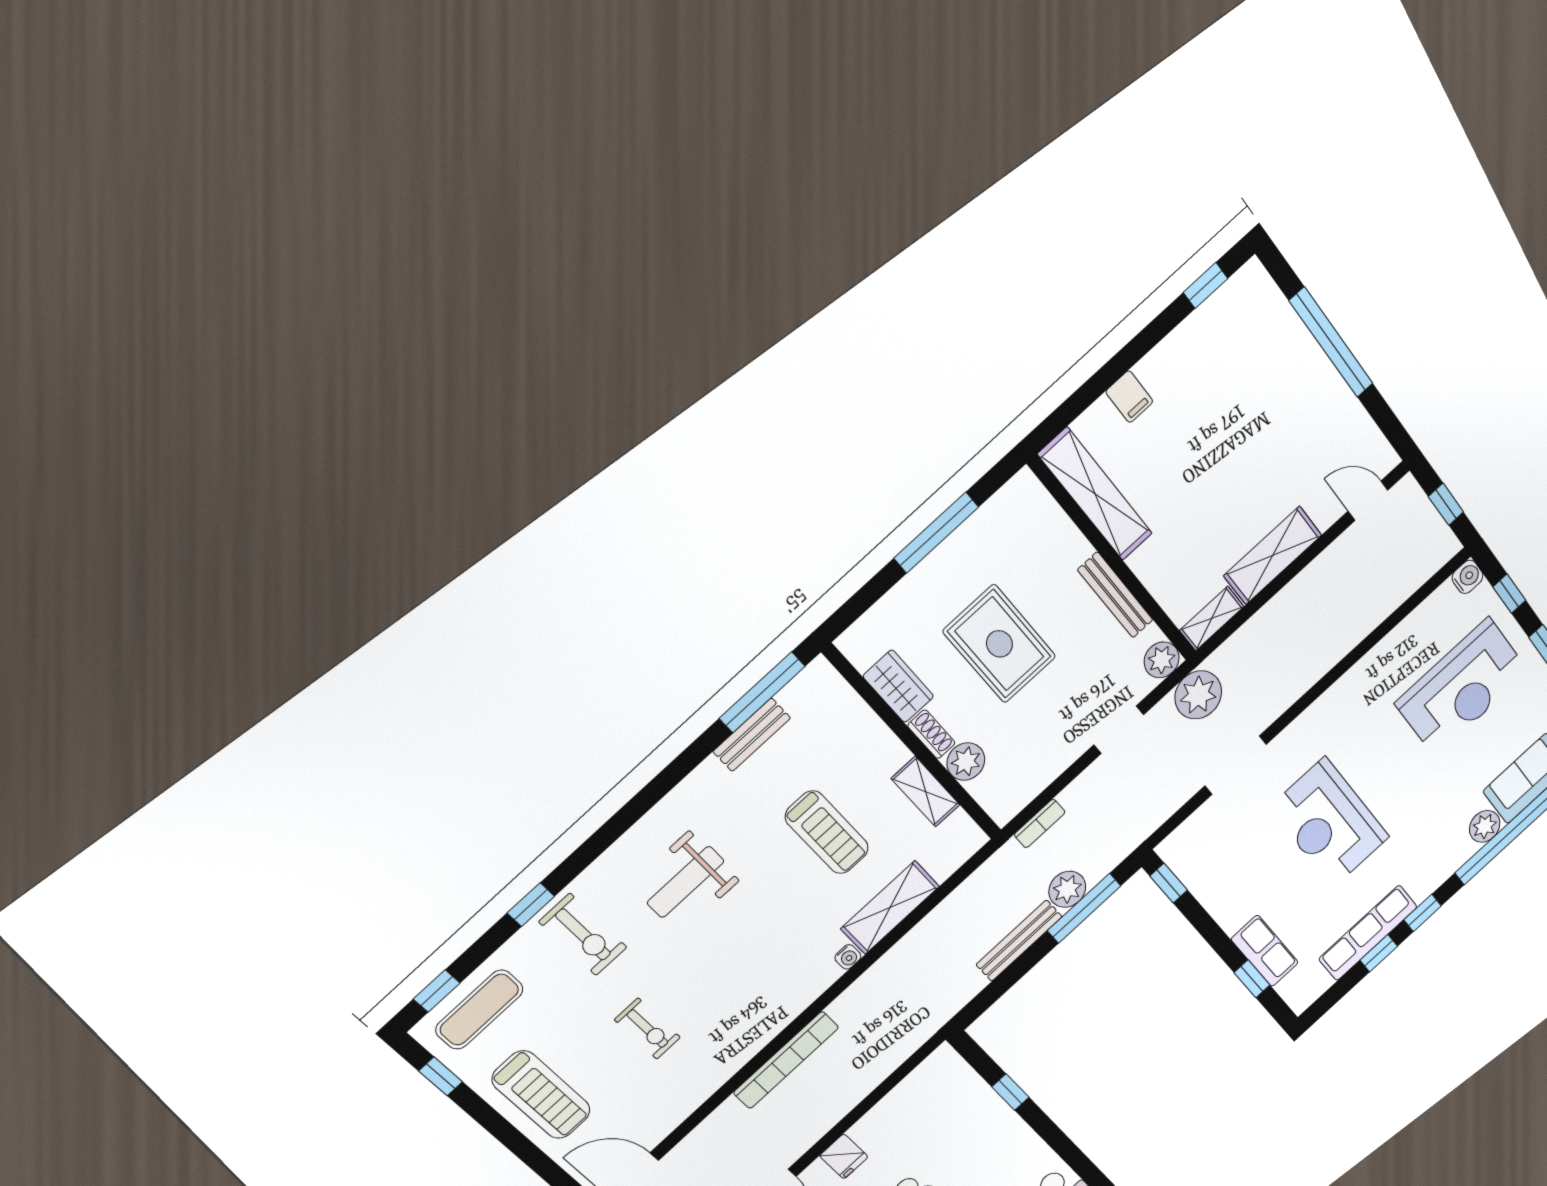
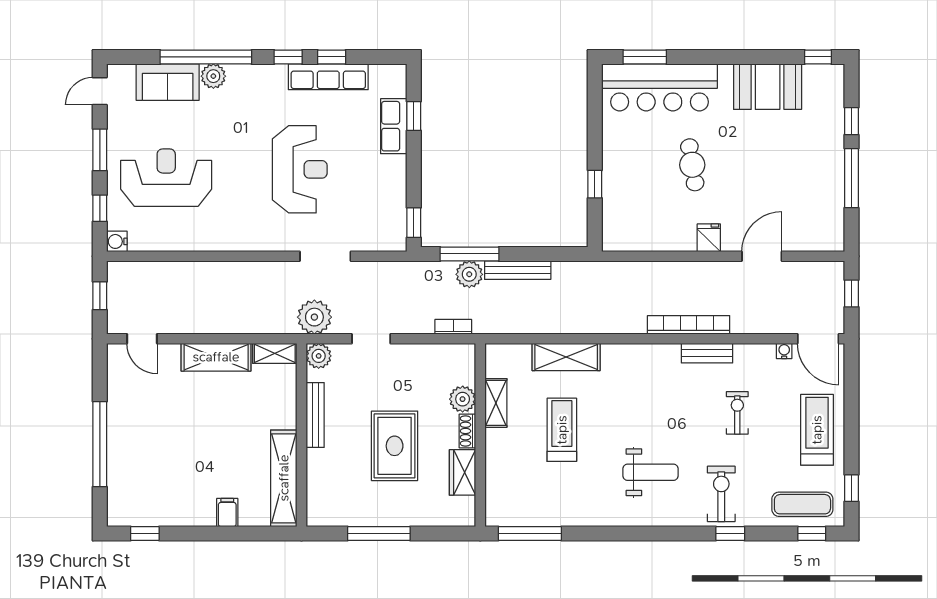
bench: (752, 735) -> (707, 353), moved
water cooler: (848, 957) -> (784, 351), moved

